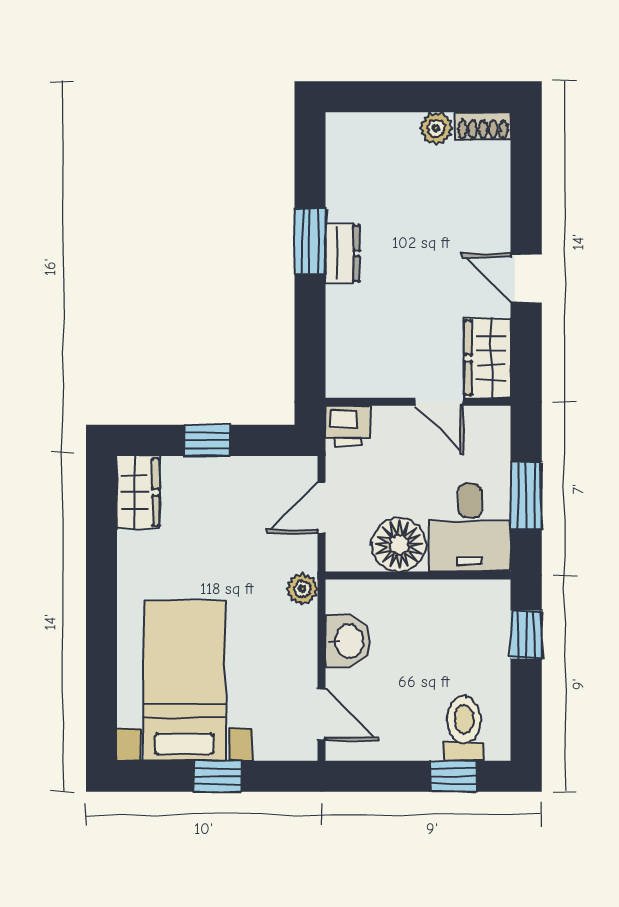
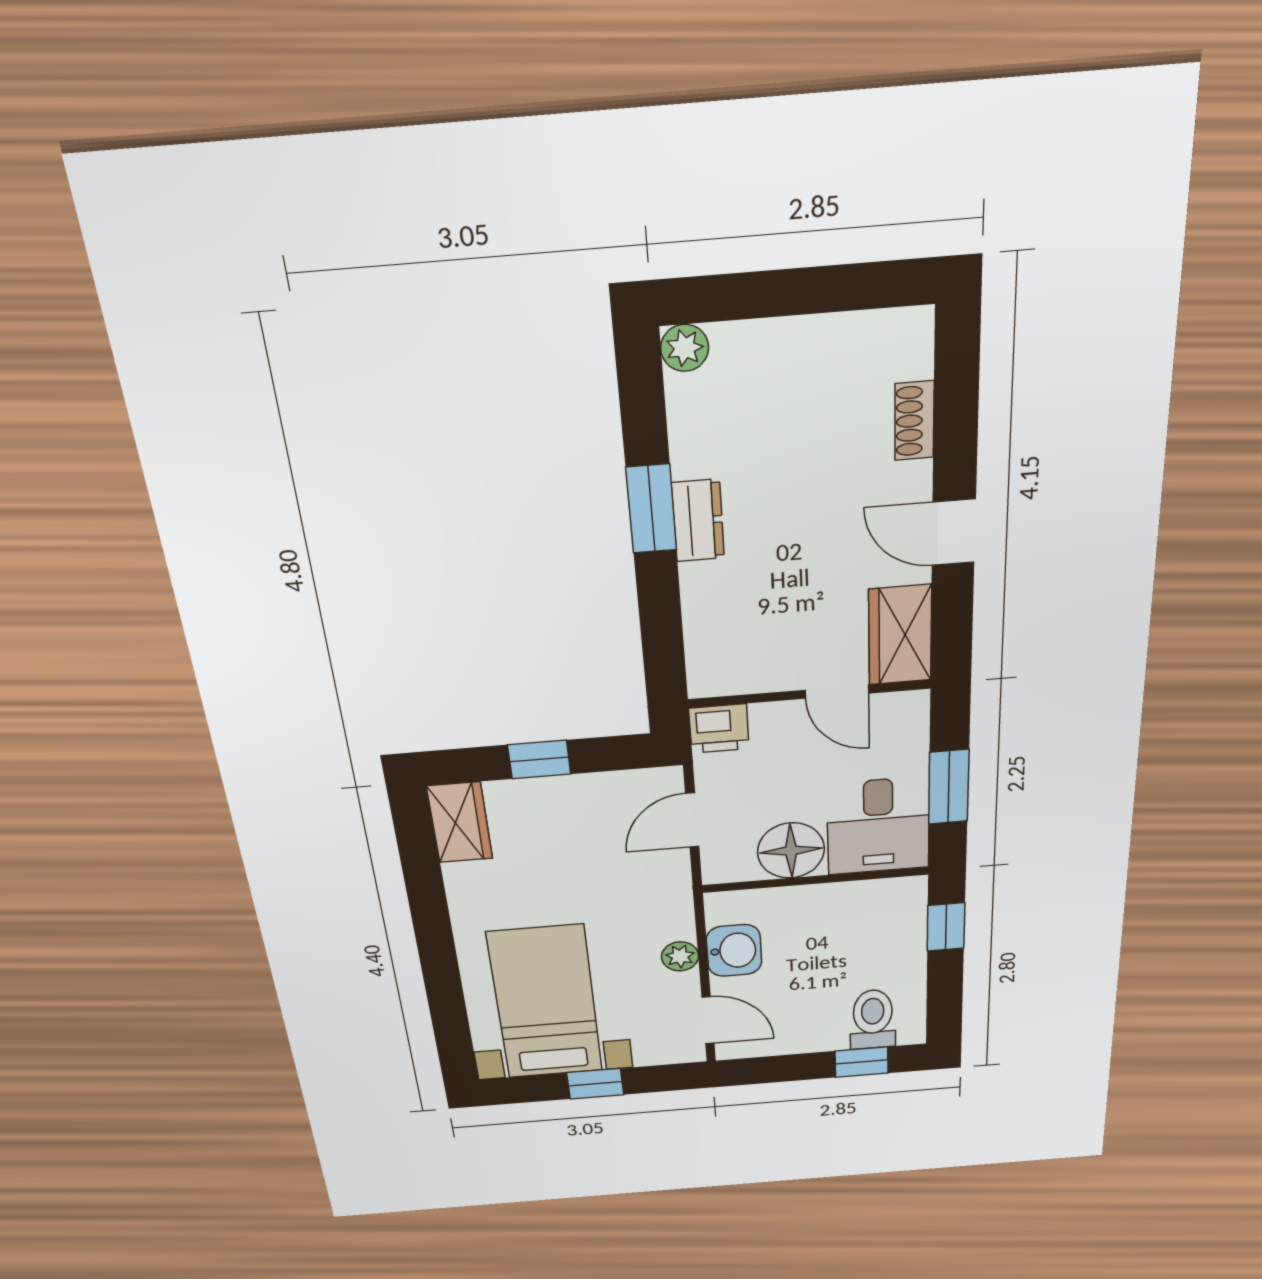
shoe rack: (483, 126) -> (914, 421), moved, turned 90
plant: (436, 128) -> (685, 348), moved
plant: (302, 589) -> (680, 956), moved

